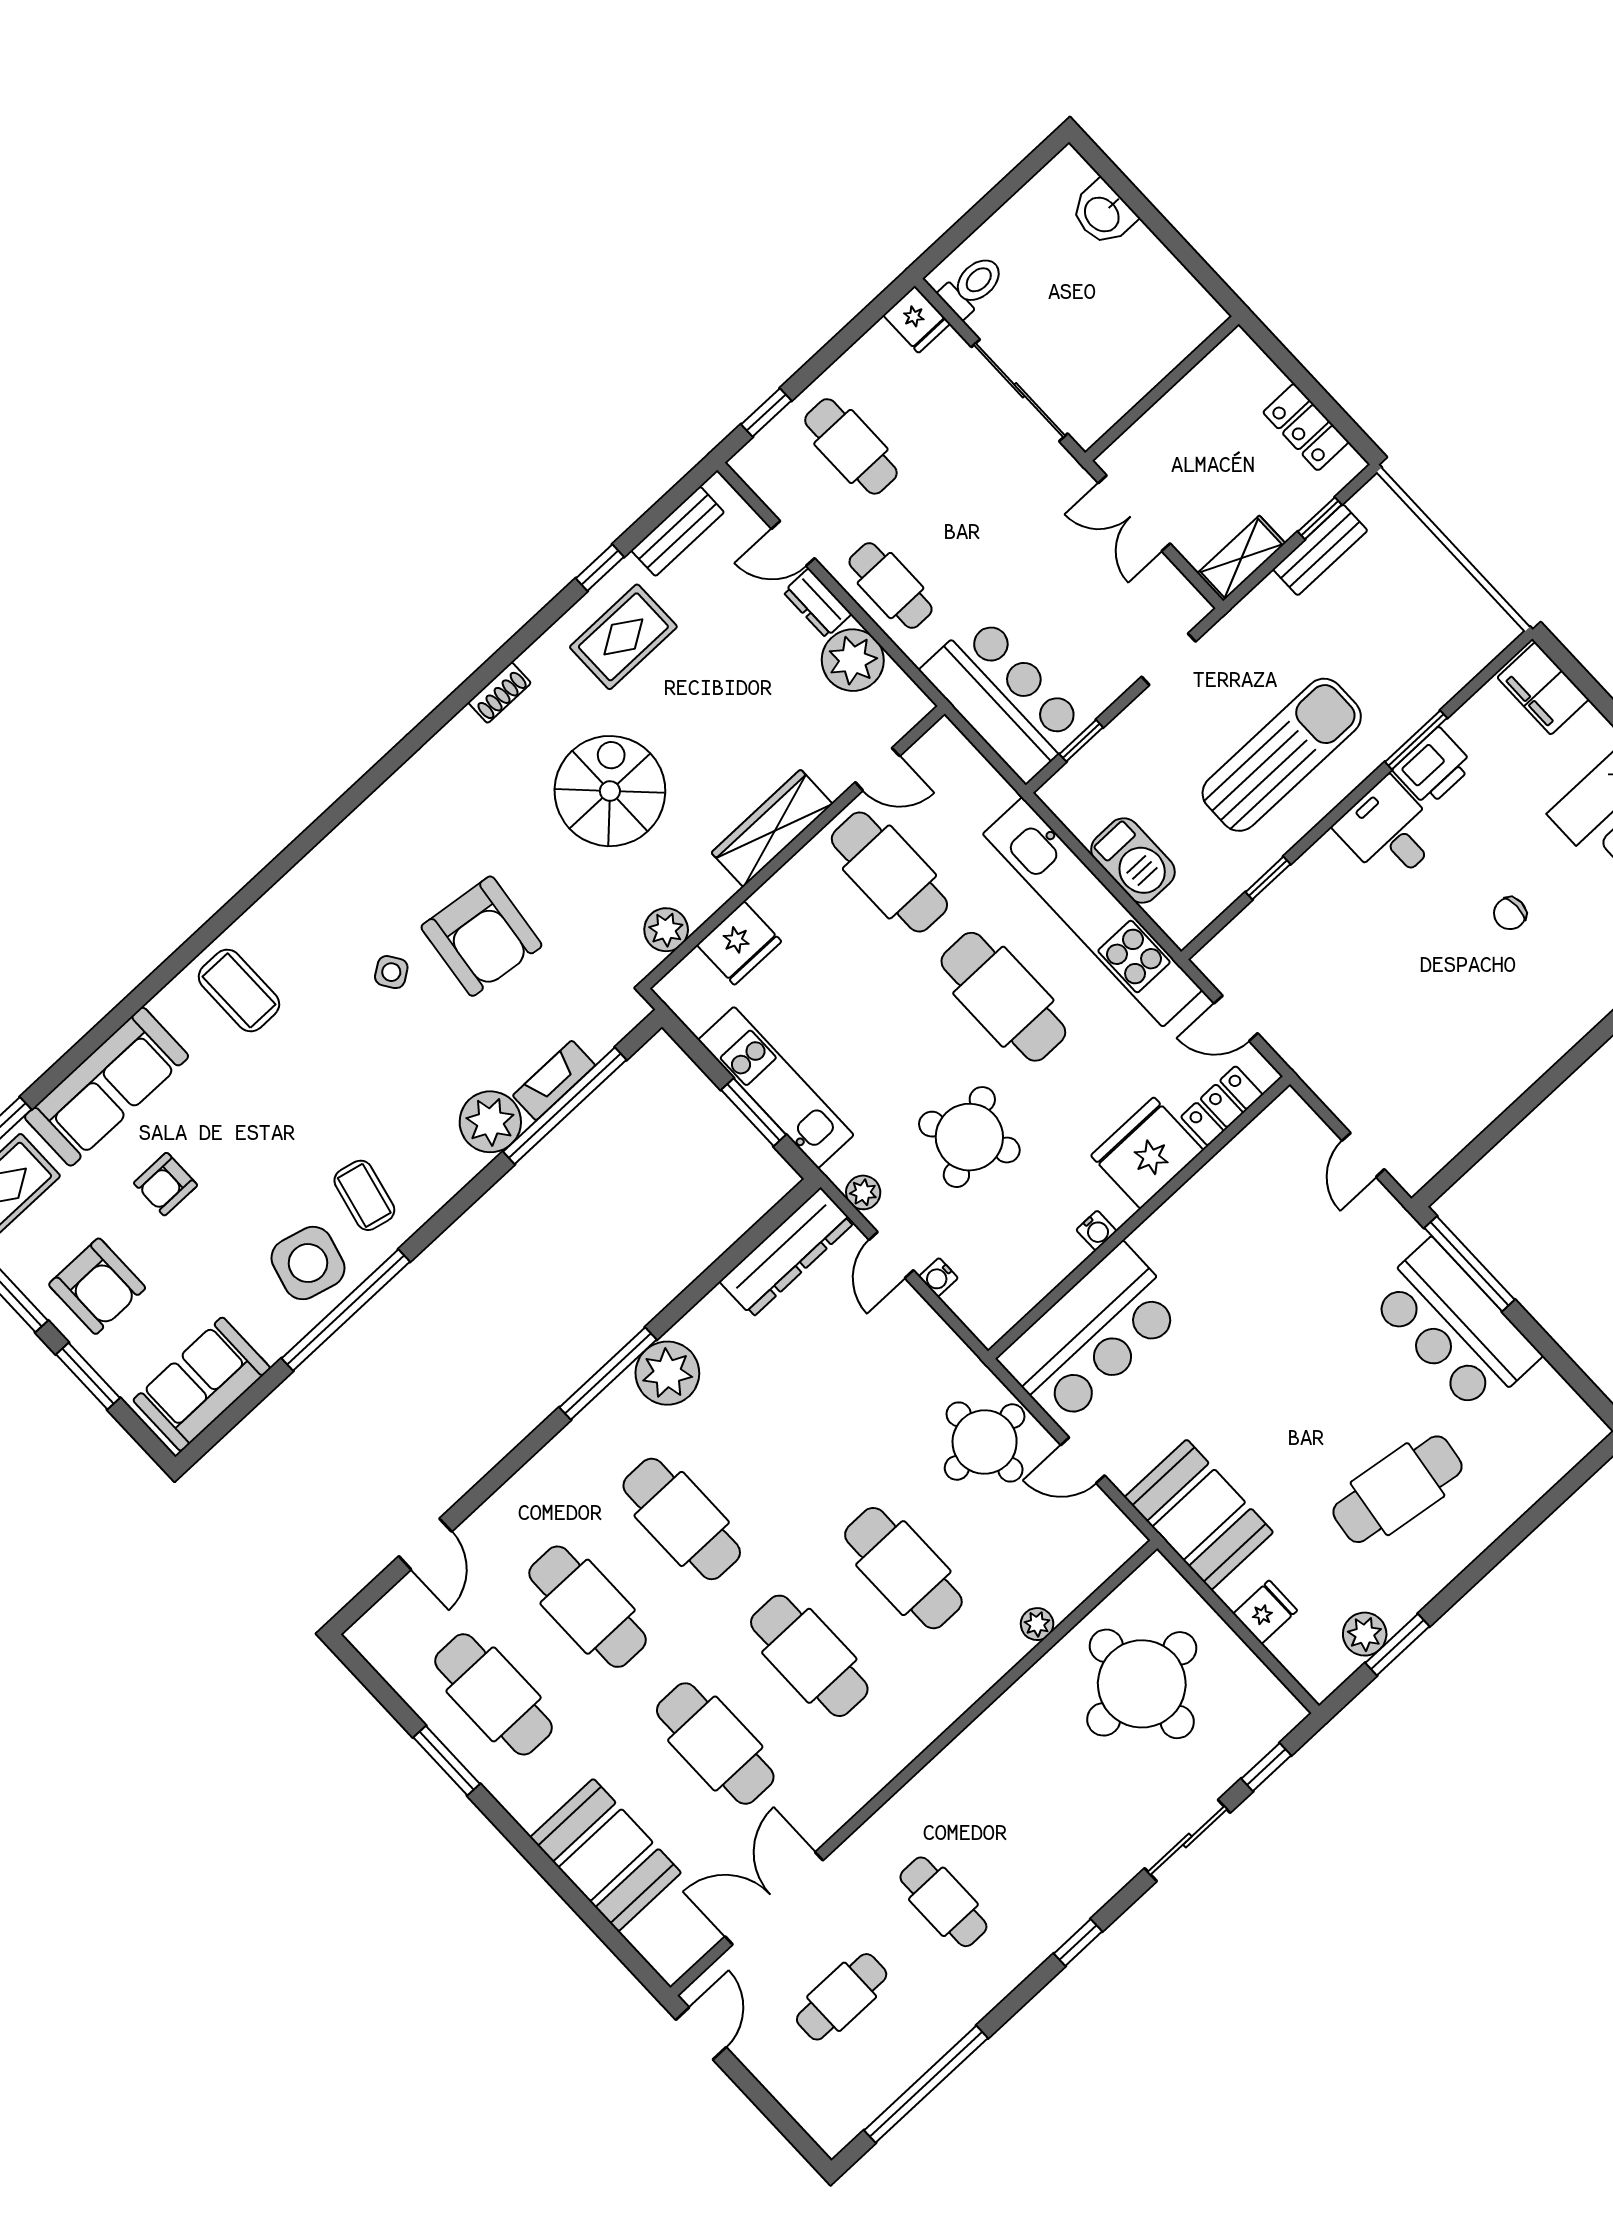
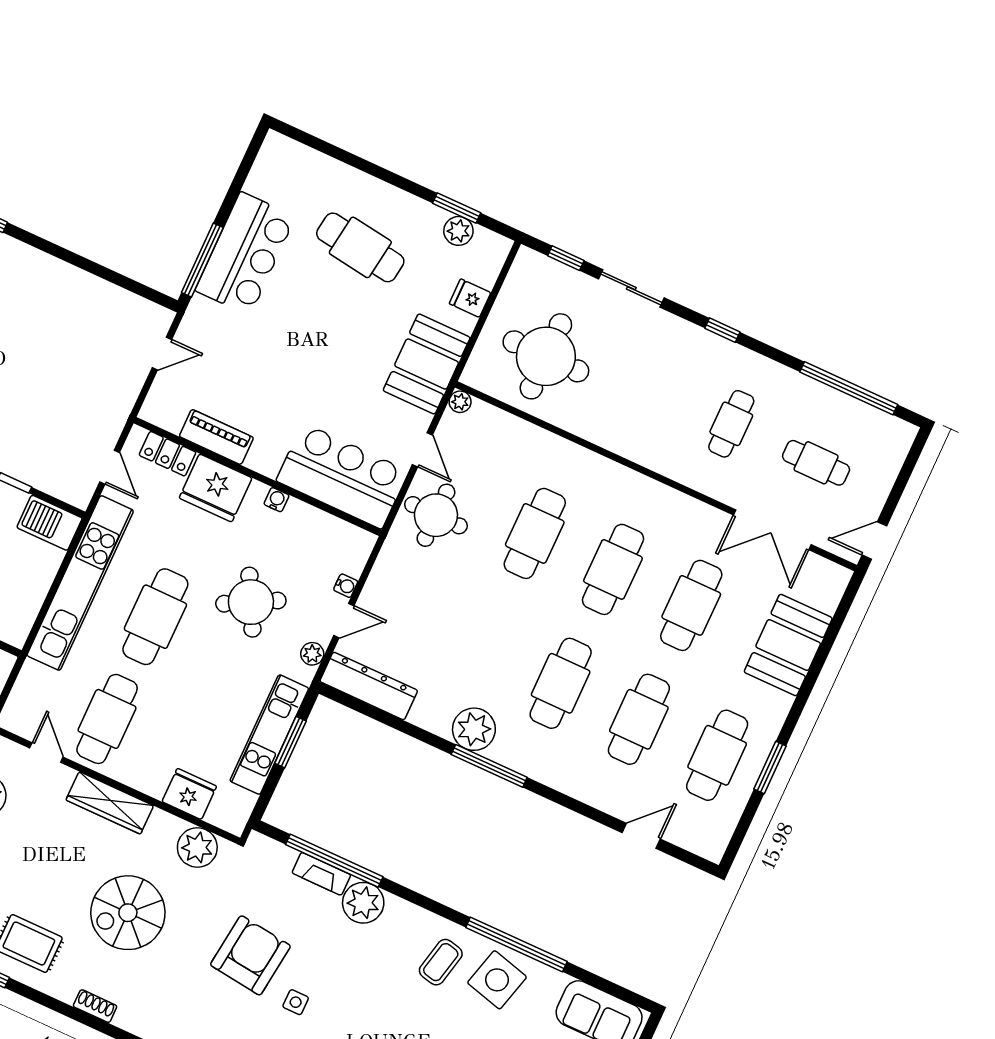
barbecue: (1133, 861) -> (50, 523), moved, turned -90
plant: (666, 930) -> (197, 847), width x1.36, depth x1.36
side table: (391, 972) -> (296, 1002), turned 34
piano: (1217, 1183) -> (216, 437), added
plant: (1037, 1624) -> (460, 402), moved

